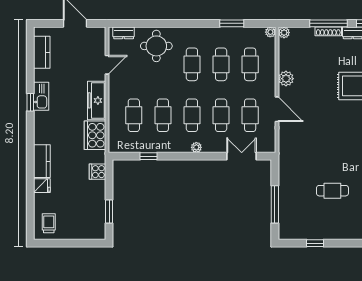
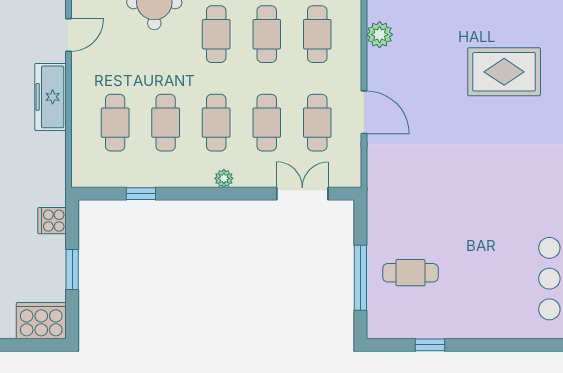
plant: (286, 79) -> (380, 35), moved
cooker: (95, 135) -> (41, 321), moved, turned 90
cafe table: (332, 191) -> (410, 273), moved
window: (109, 211) -> (72, 270), moved

